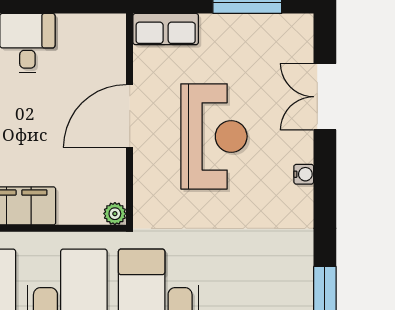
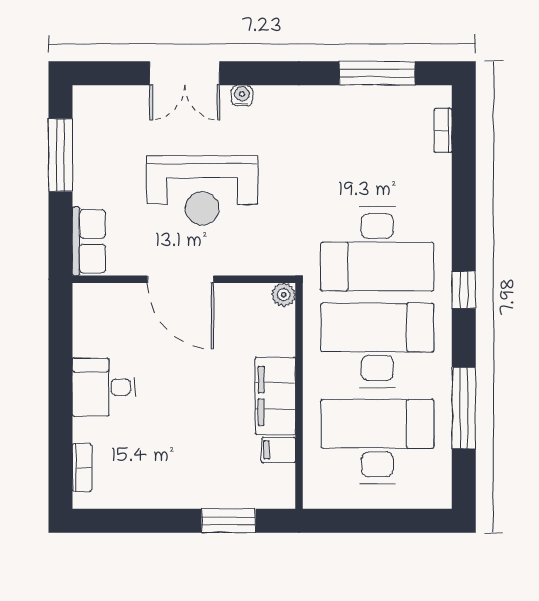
double door: (325, 97) -> (185, 73), moved
reception desk: (214, 136) -> (202, 190), turned 180

